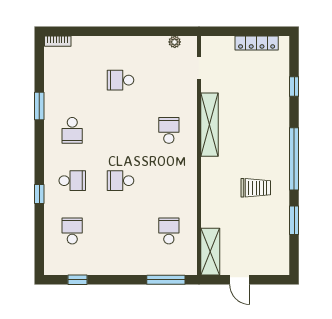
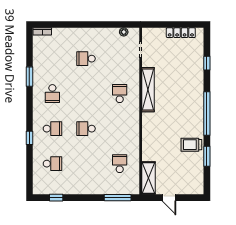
trolley: (256, 188) -> (191, 145), moved, turned 180
school desk: (72, 231) -> (52, 164), turned 90

